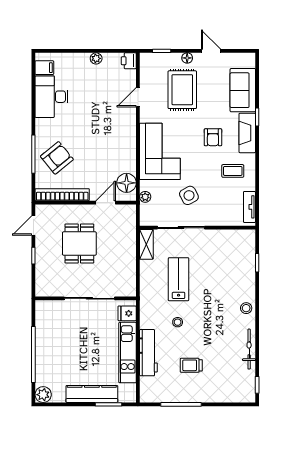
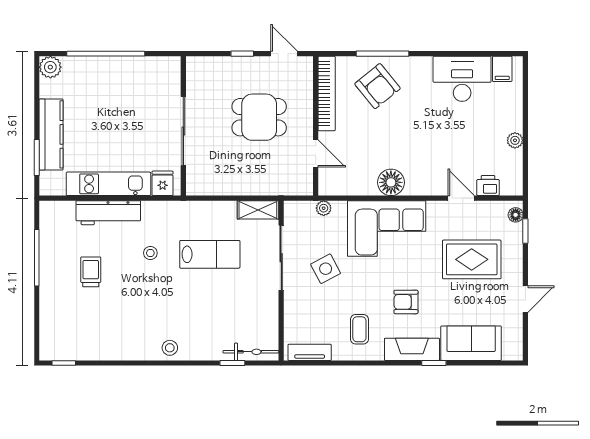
floor lamp: (187, 58) -> (516, 215), moved
printer: (129, 61) -> (488, 186), moved
floor lamp: (127, 183) -> (391, 182), moved
bicycle: (249, 349) -> (251, 352), moved

